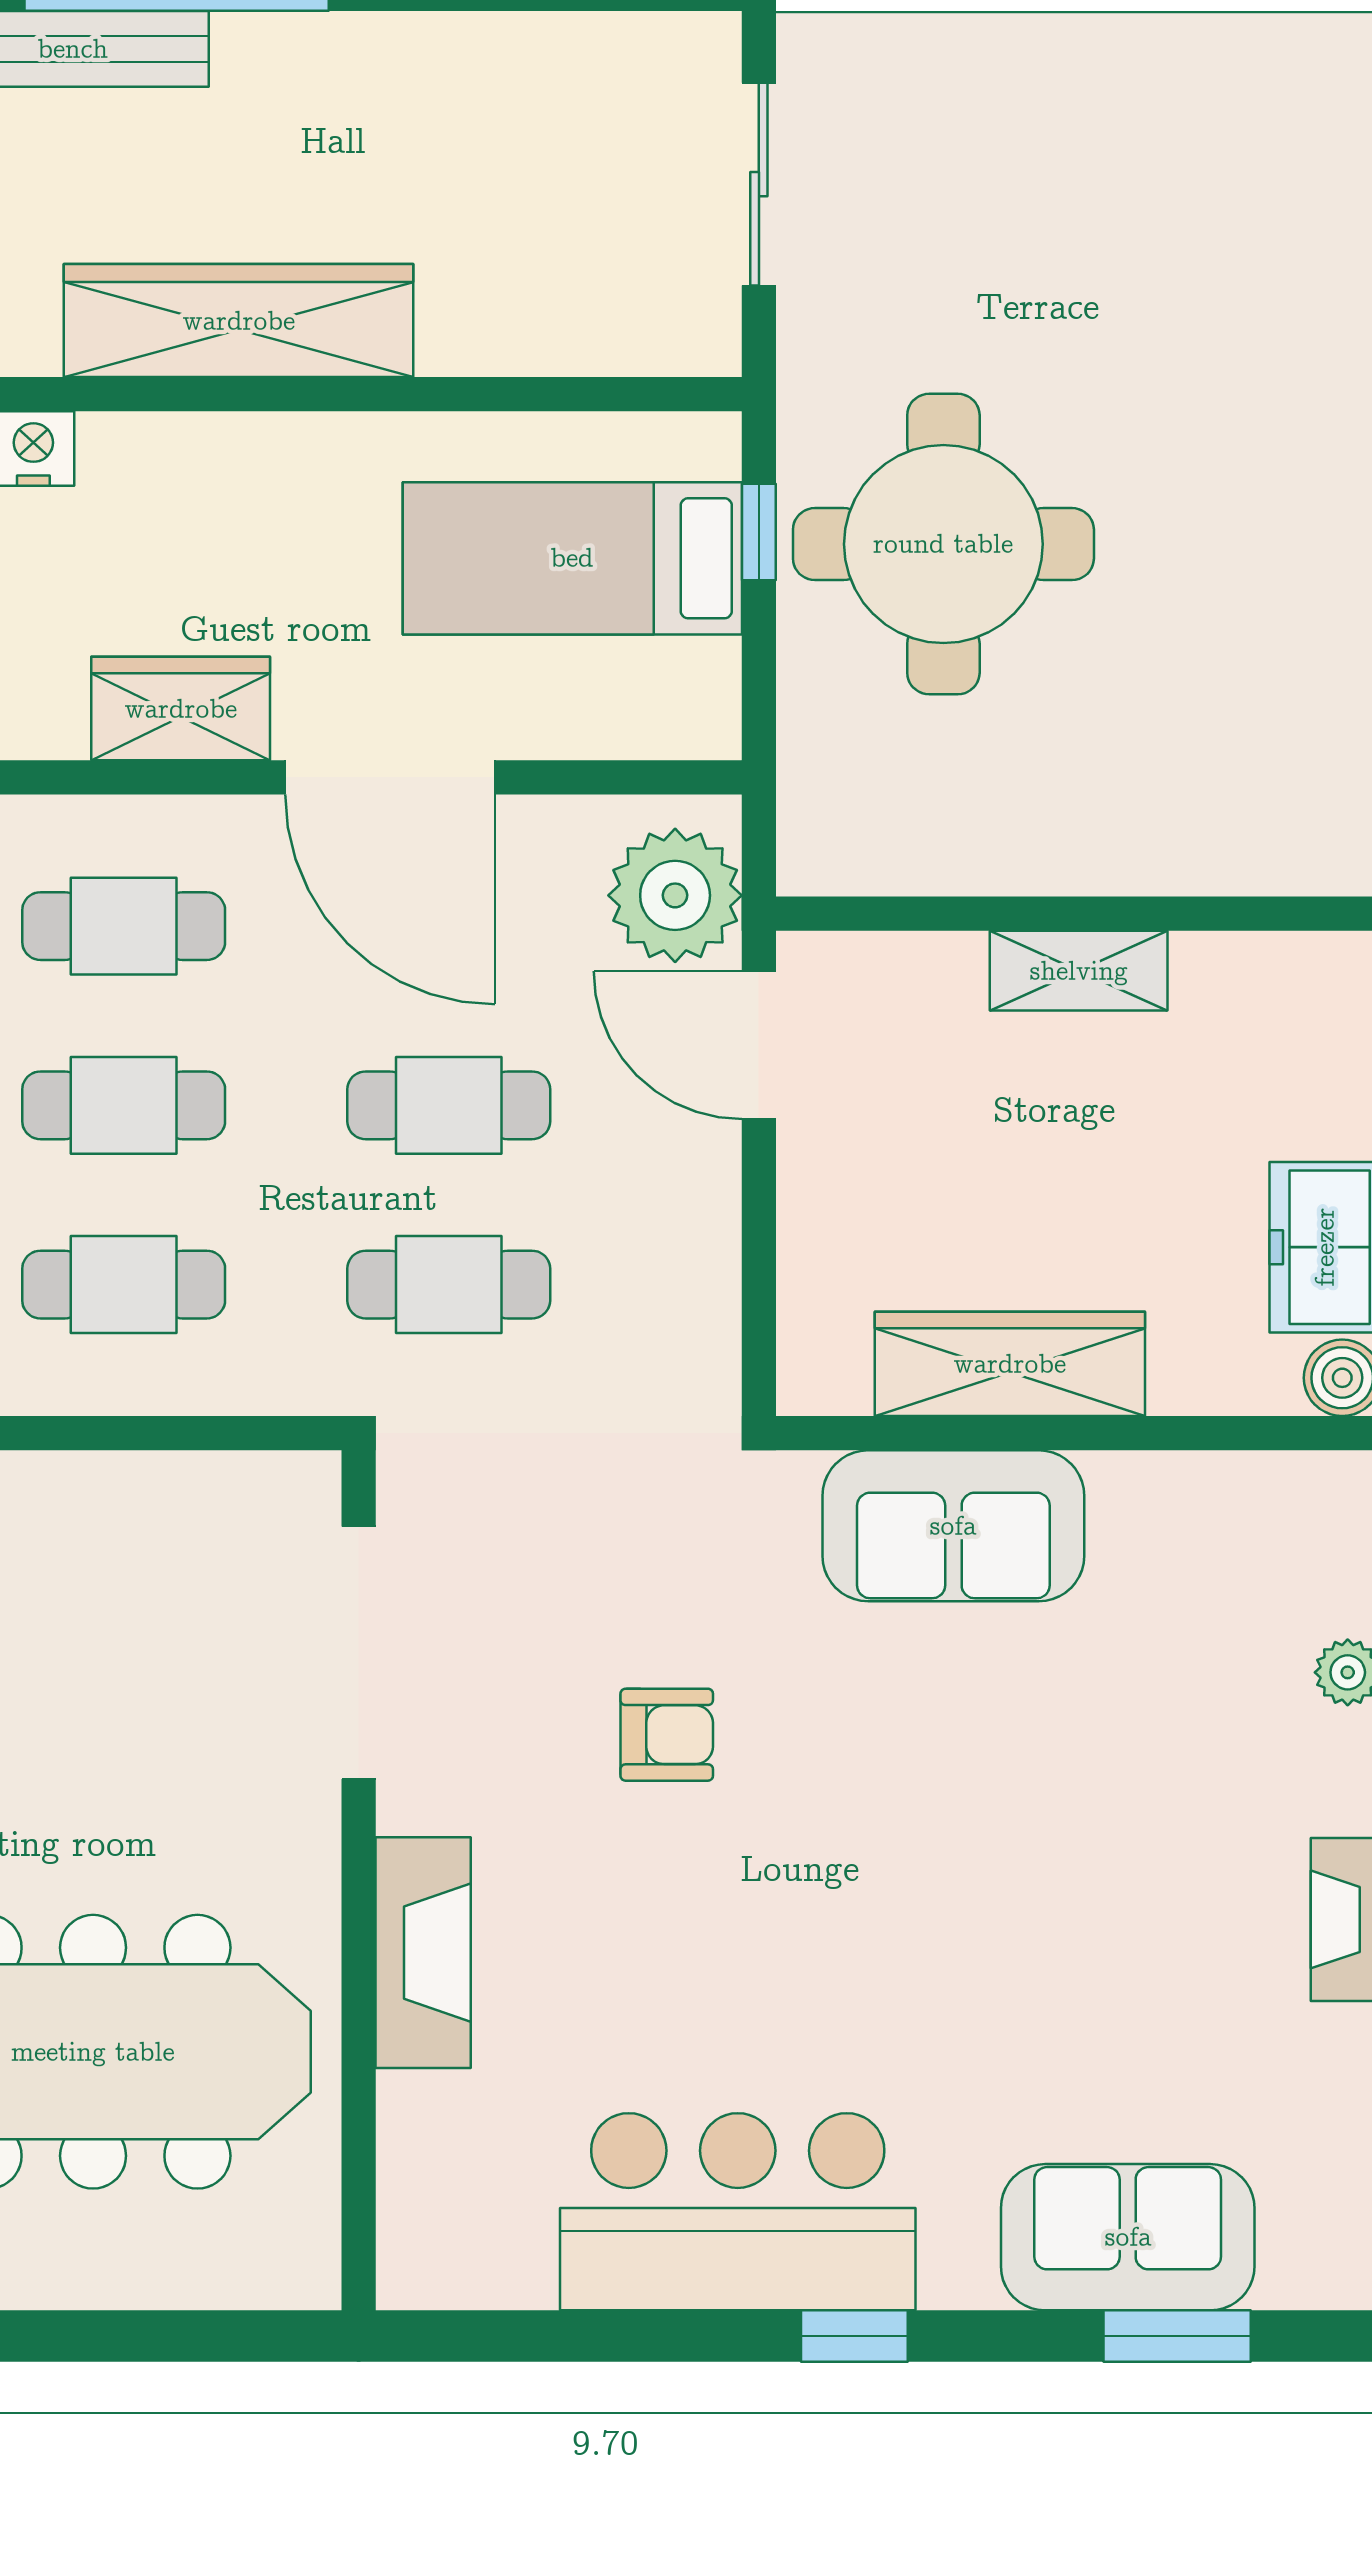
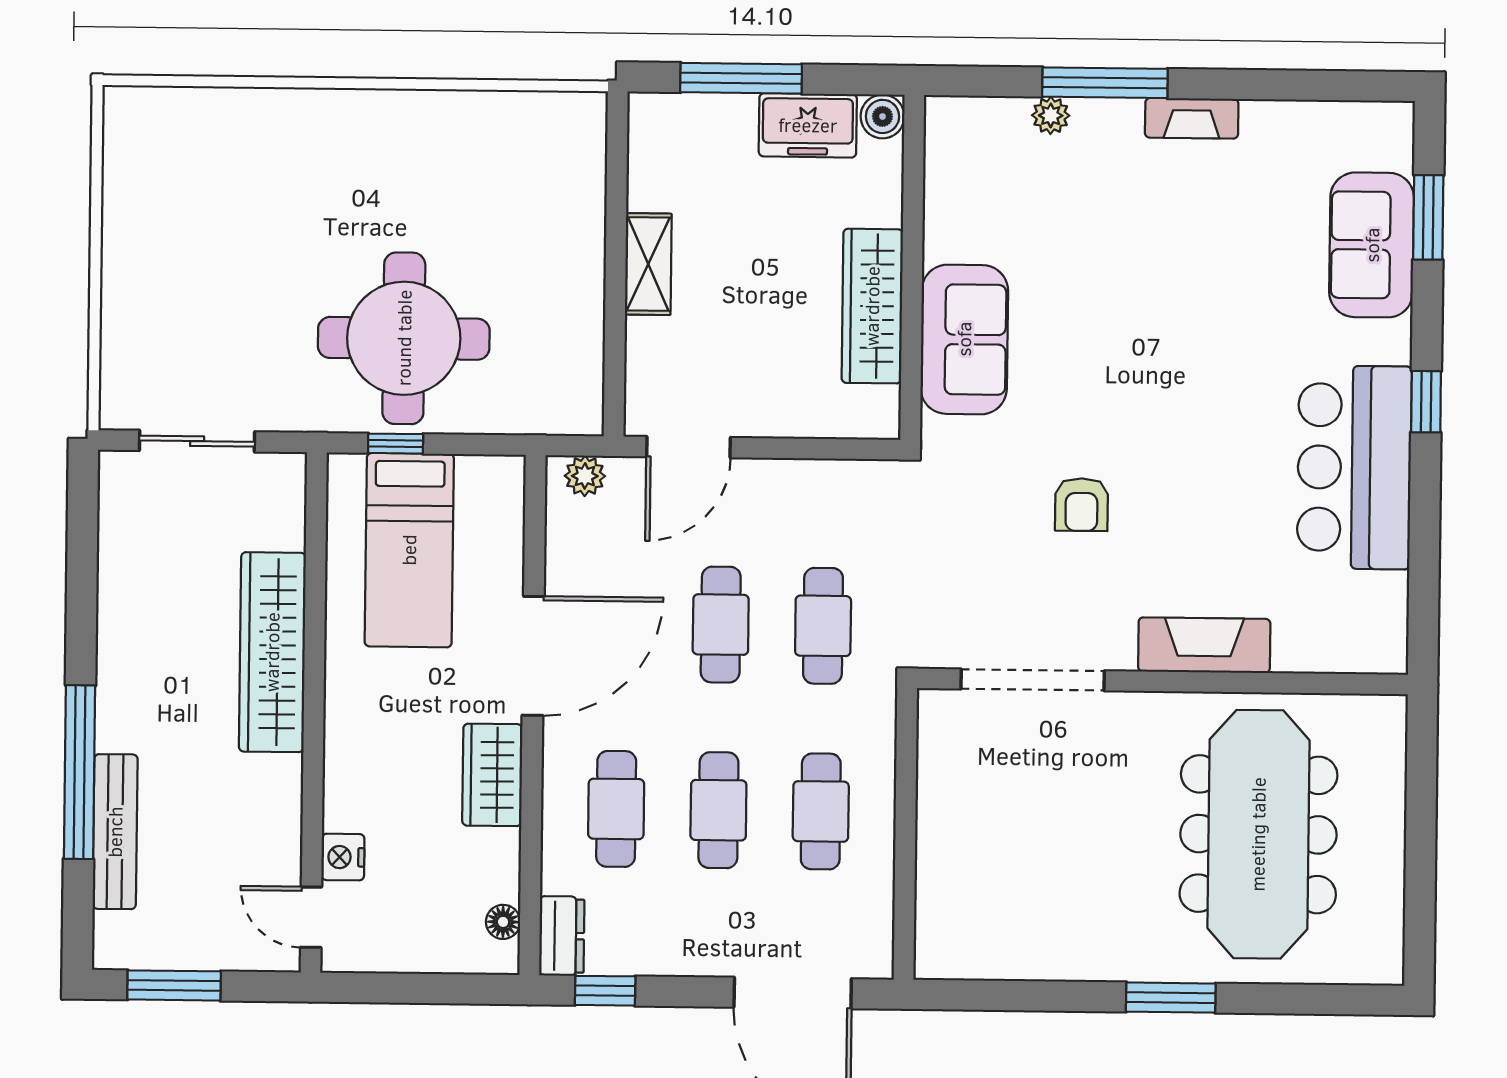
wardrobe: (239, 321) -> (272, 652), moved
plant: (675, 895) -> (585, 476), width x0.53, depth x0.53
armchair: (667, 1735) -> (1082, 505), turned 180

